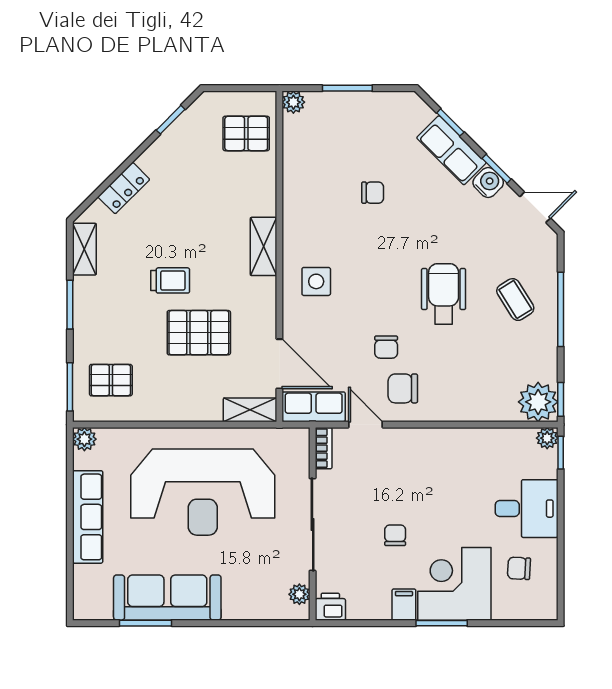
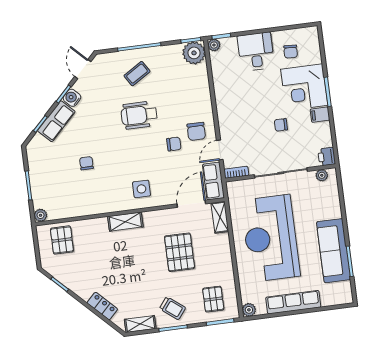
trolley: (170, 280) -> (173, 308), moved, turned 128
reception desk: (203, 492) -> (271, 238), turned 180

